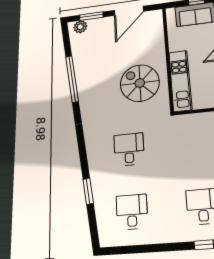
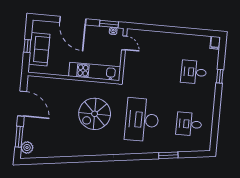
window: (72, 79) -> (74, 159), removed
spiral stairs: (140, 83) -> (95, 114), moved
desk: (129, 149) -> (142, 120), width x1.87, depth x1.30

